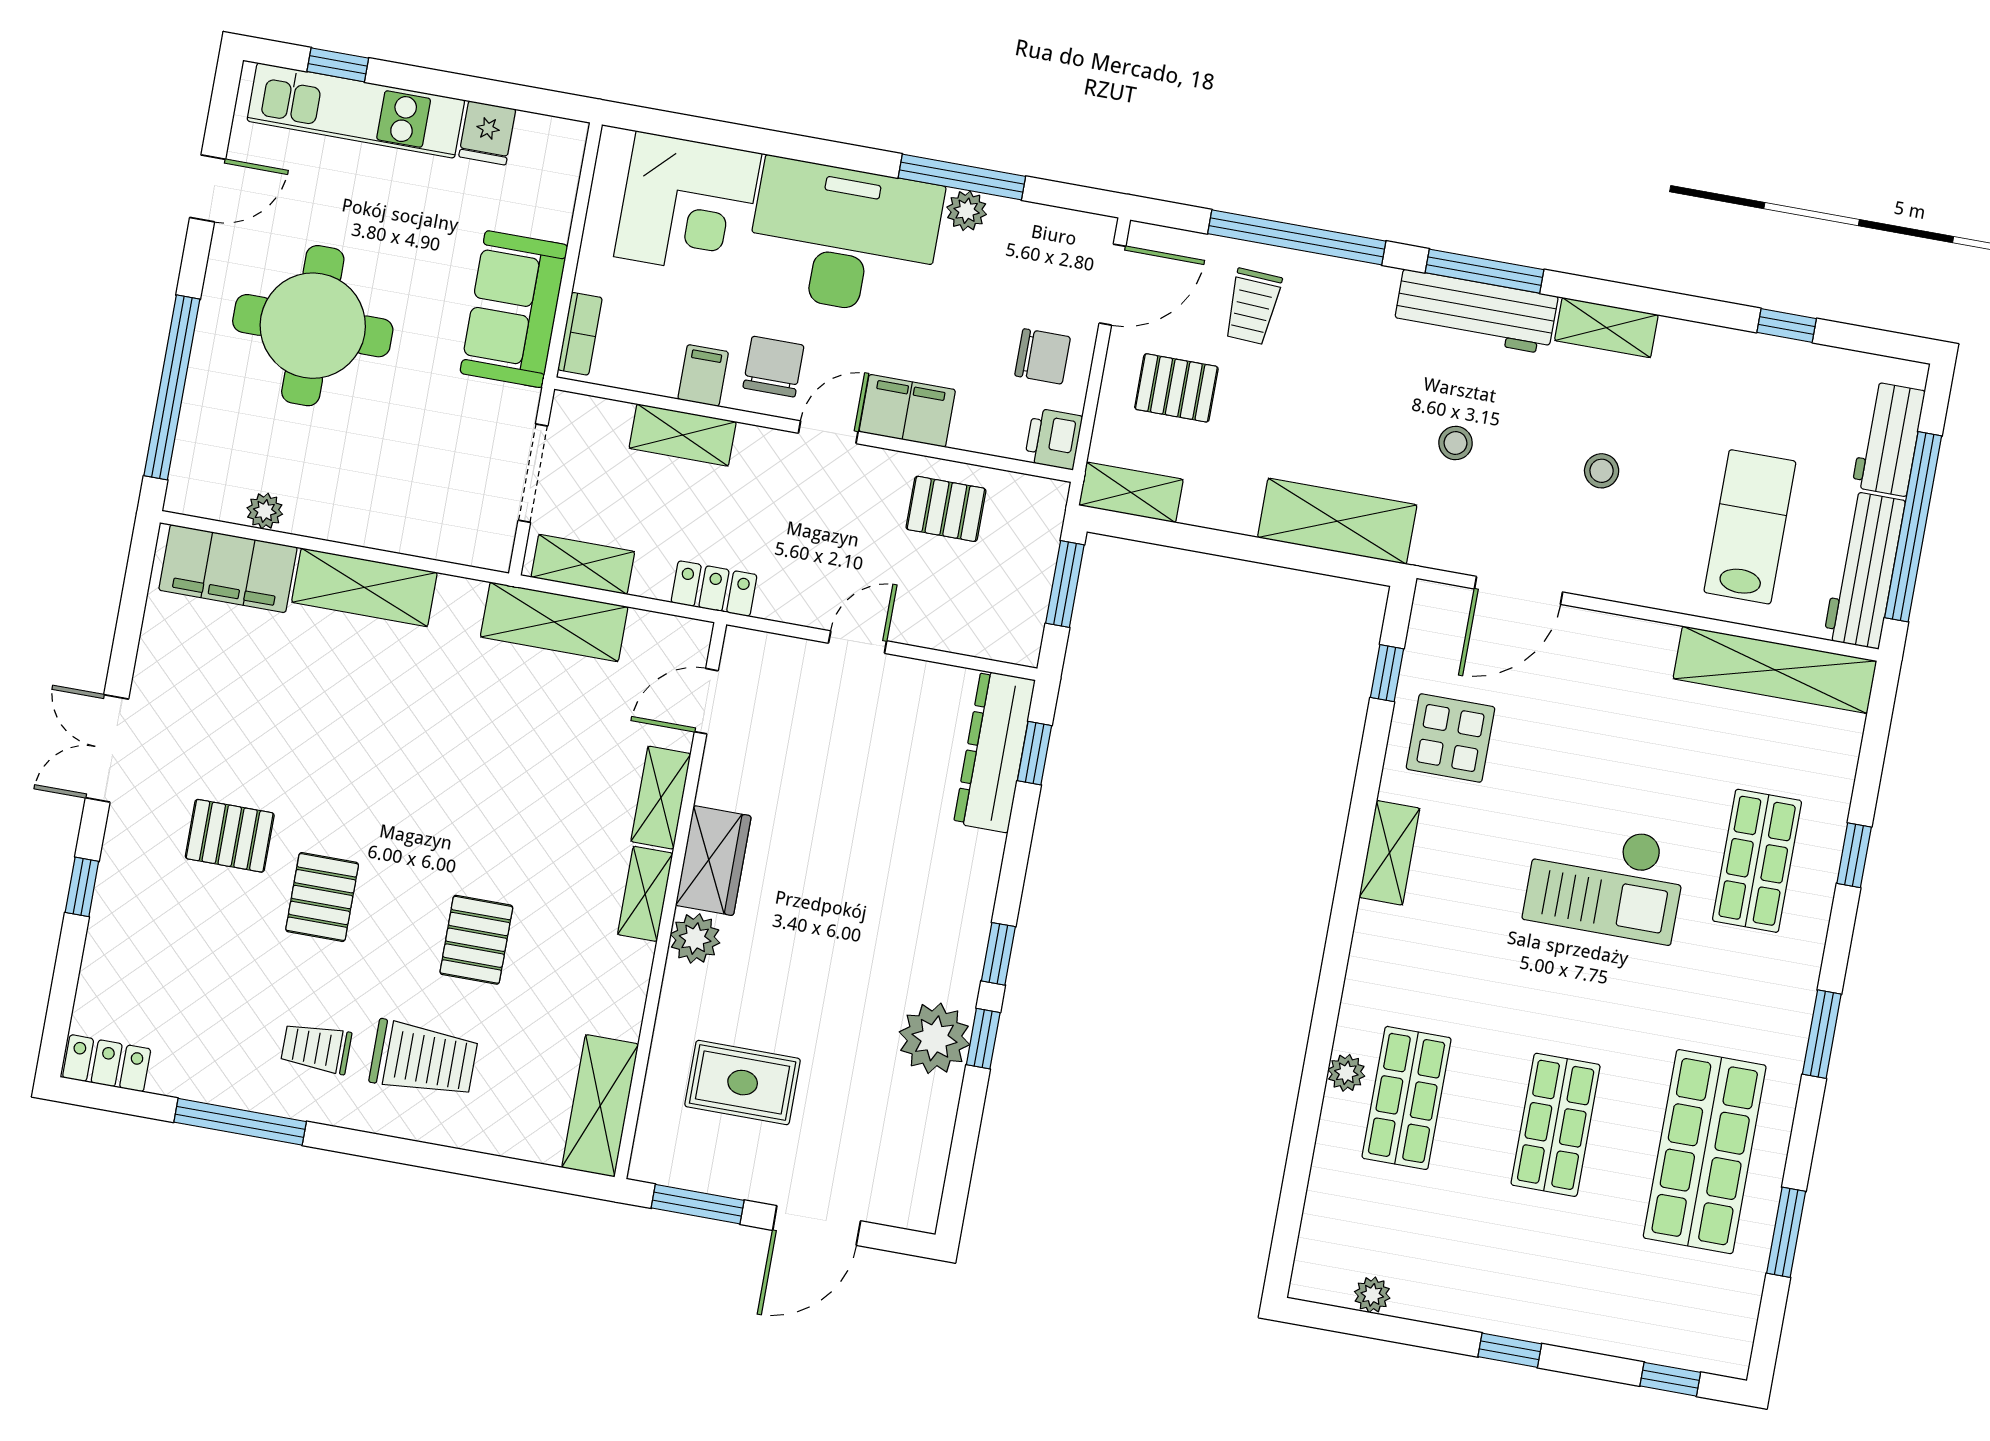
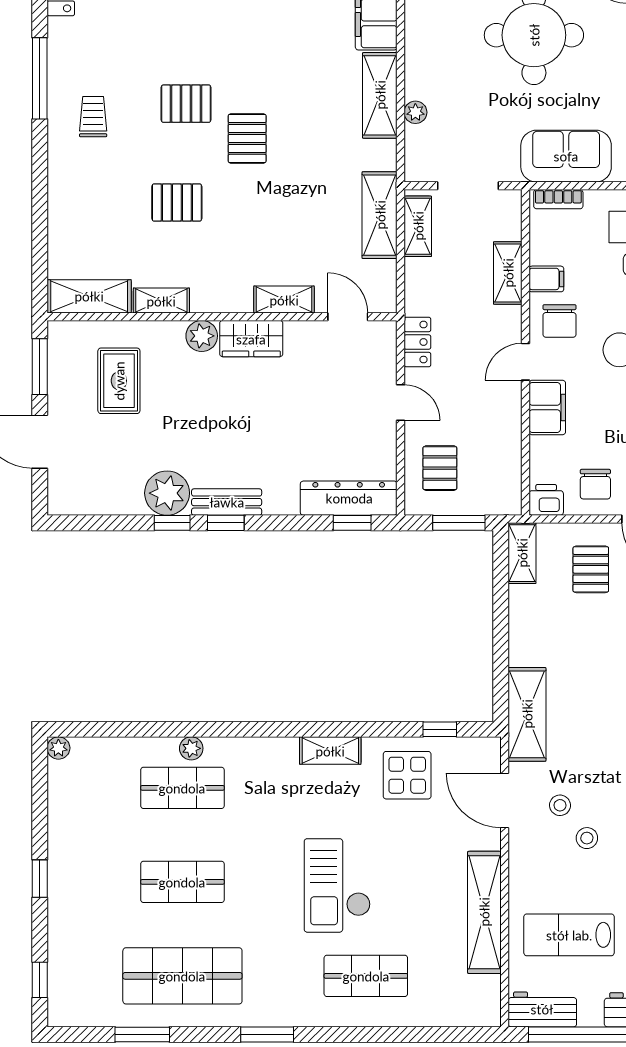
chair: (773, 367) -> (559, 321), turned 90
door: (828, 432) -> (526, 362), swing flipped
stool: (1456, 443) -> (560, 805), moved
pallet: (946, 509) -> (440, 468), moved
plant: (265, 511) -> (415, 112), moved
shelving: (1337, 521) -> (527, 714), moved
lab bench: (1750, 527) -> (569, 935), turned 180
workbench: (1864, 570) -> (542, 1009), width x0.73
locker: (714, 589) -> (417, 342), moved
shelving: (1775, 670) -> (484, 912), moved
pallet: (230, 836) -> (247, 138), moved
window: (1854, 855) -> (380, 1034), removed
shelving: (645, 894) -> (161, 301), moved
bench: (966, 946) -> (227, 502), added
trolley: (424, 1059) -> (98, 183), removed
plant: (1372, 1295) -> (58, 748), moved

